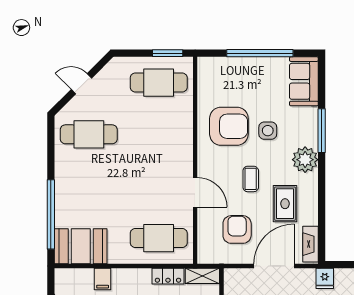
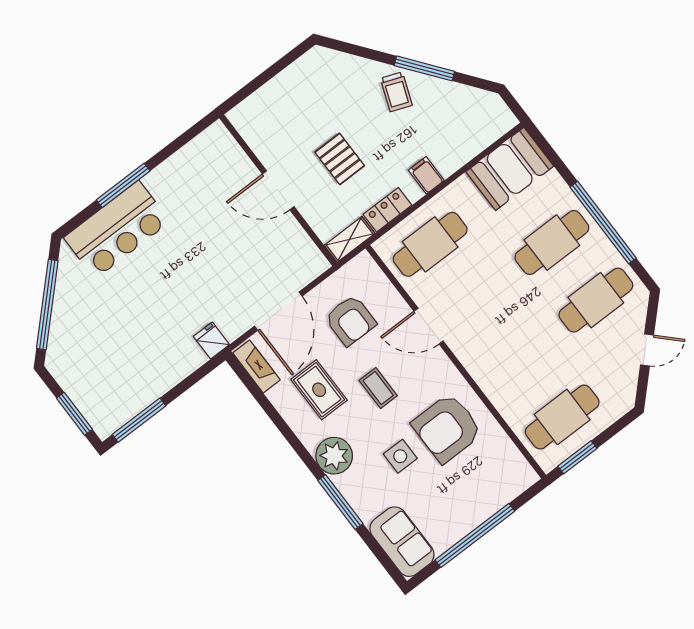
cafe table: (89, 186) -> (552, 243), added
window: (51, 214) -> (603, 223), moved
filing cabinet: (103, 279) -> (426, 175), moved

